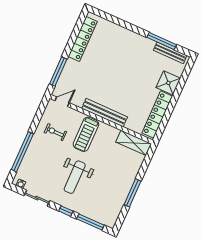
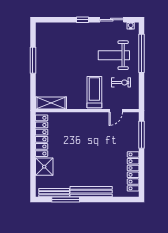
door: (62, 102) -> (116, 111), moved
bench: (105, 113) -> (91, 192), moved
weight bench: (75, 177) -> (114, 55), moved, turned -90
window: (90, 222) -> (58, 20), removed

